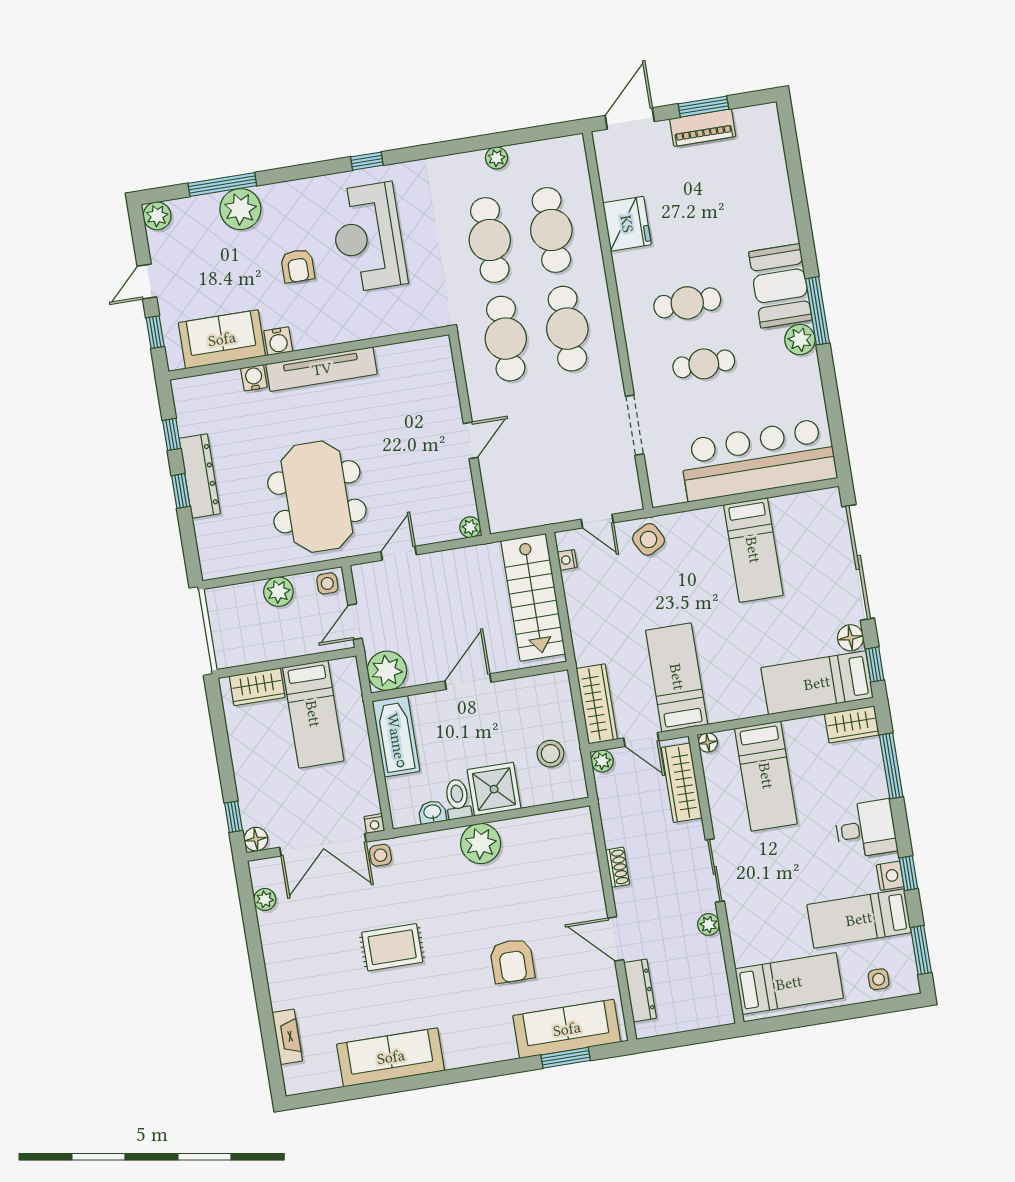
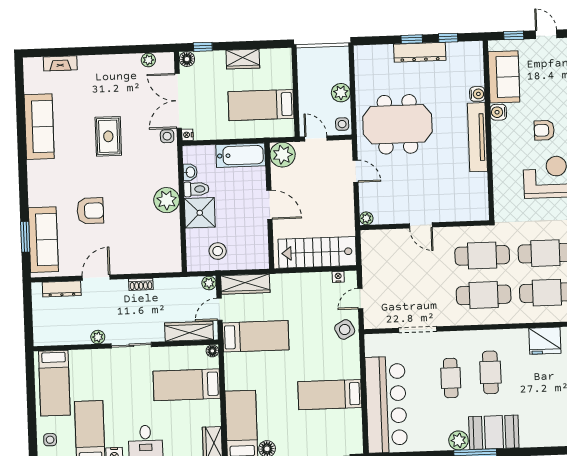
wardrobe: (257, 687) -> (243, 59), moved, turned -90
armchair: (512, 961) -> (90, 211), turned 180

